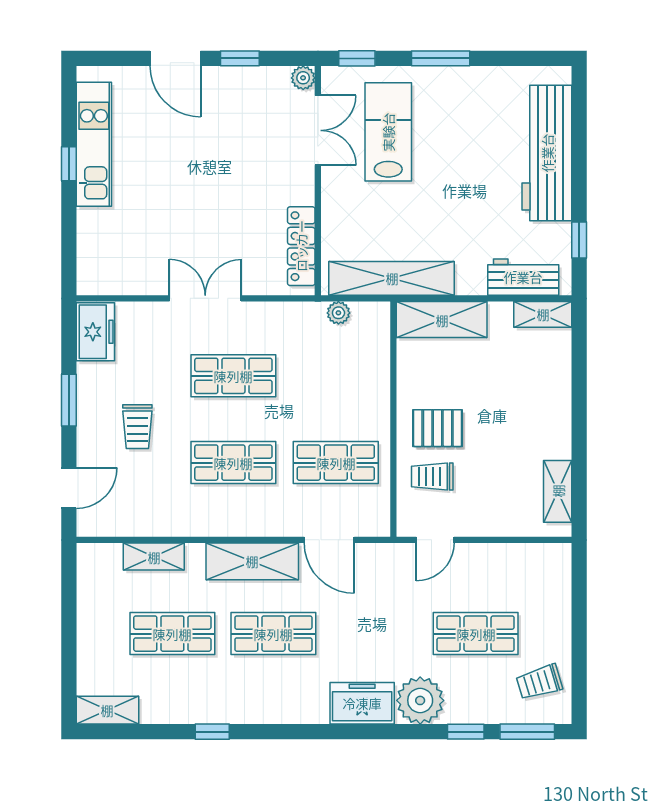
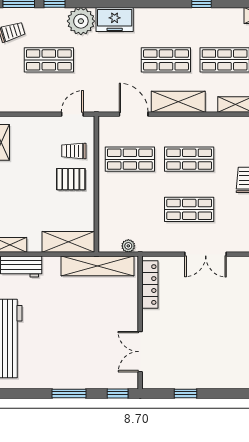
door: (175, 58) -> (223, 393), removed
plant: (303, 78) -> (149, 382), removed
lab bench: (388, 132) -> (99, 351), removed
trolley: (432, 477) -> (74, 151), turned 180

